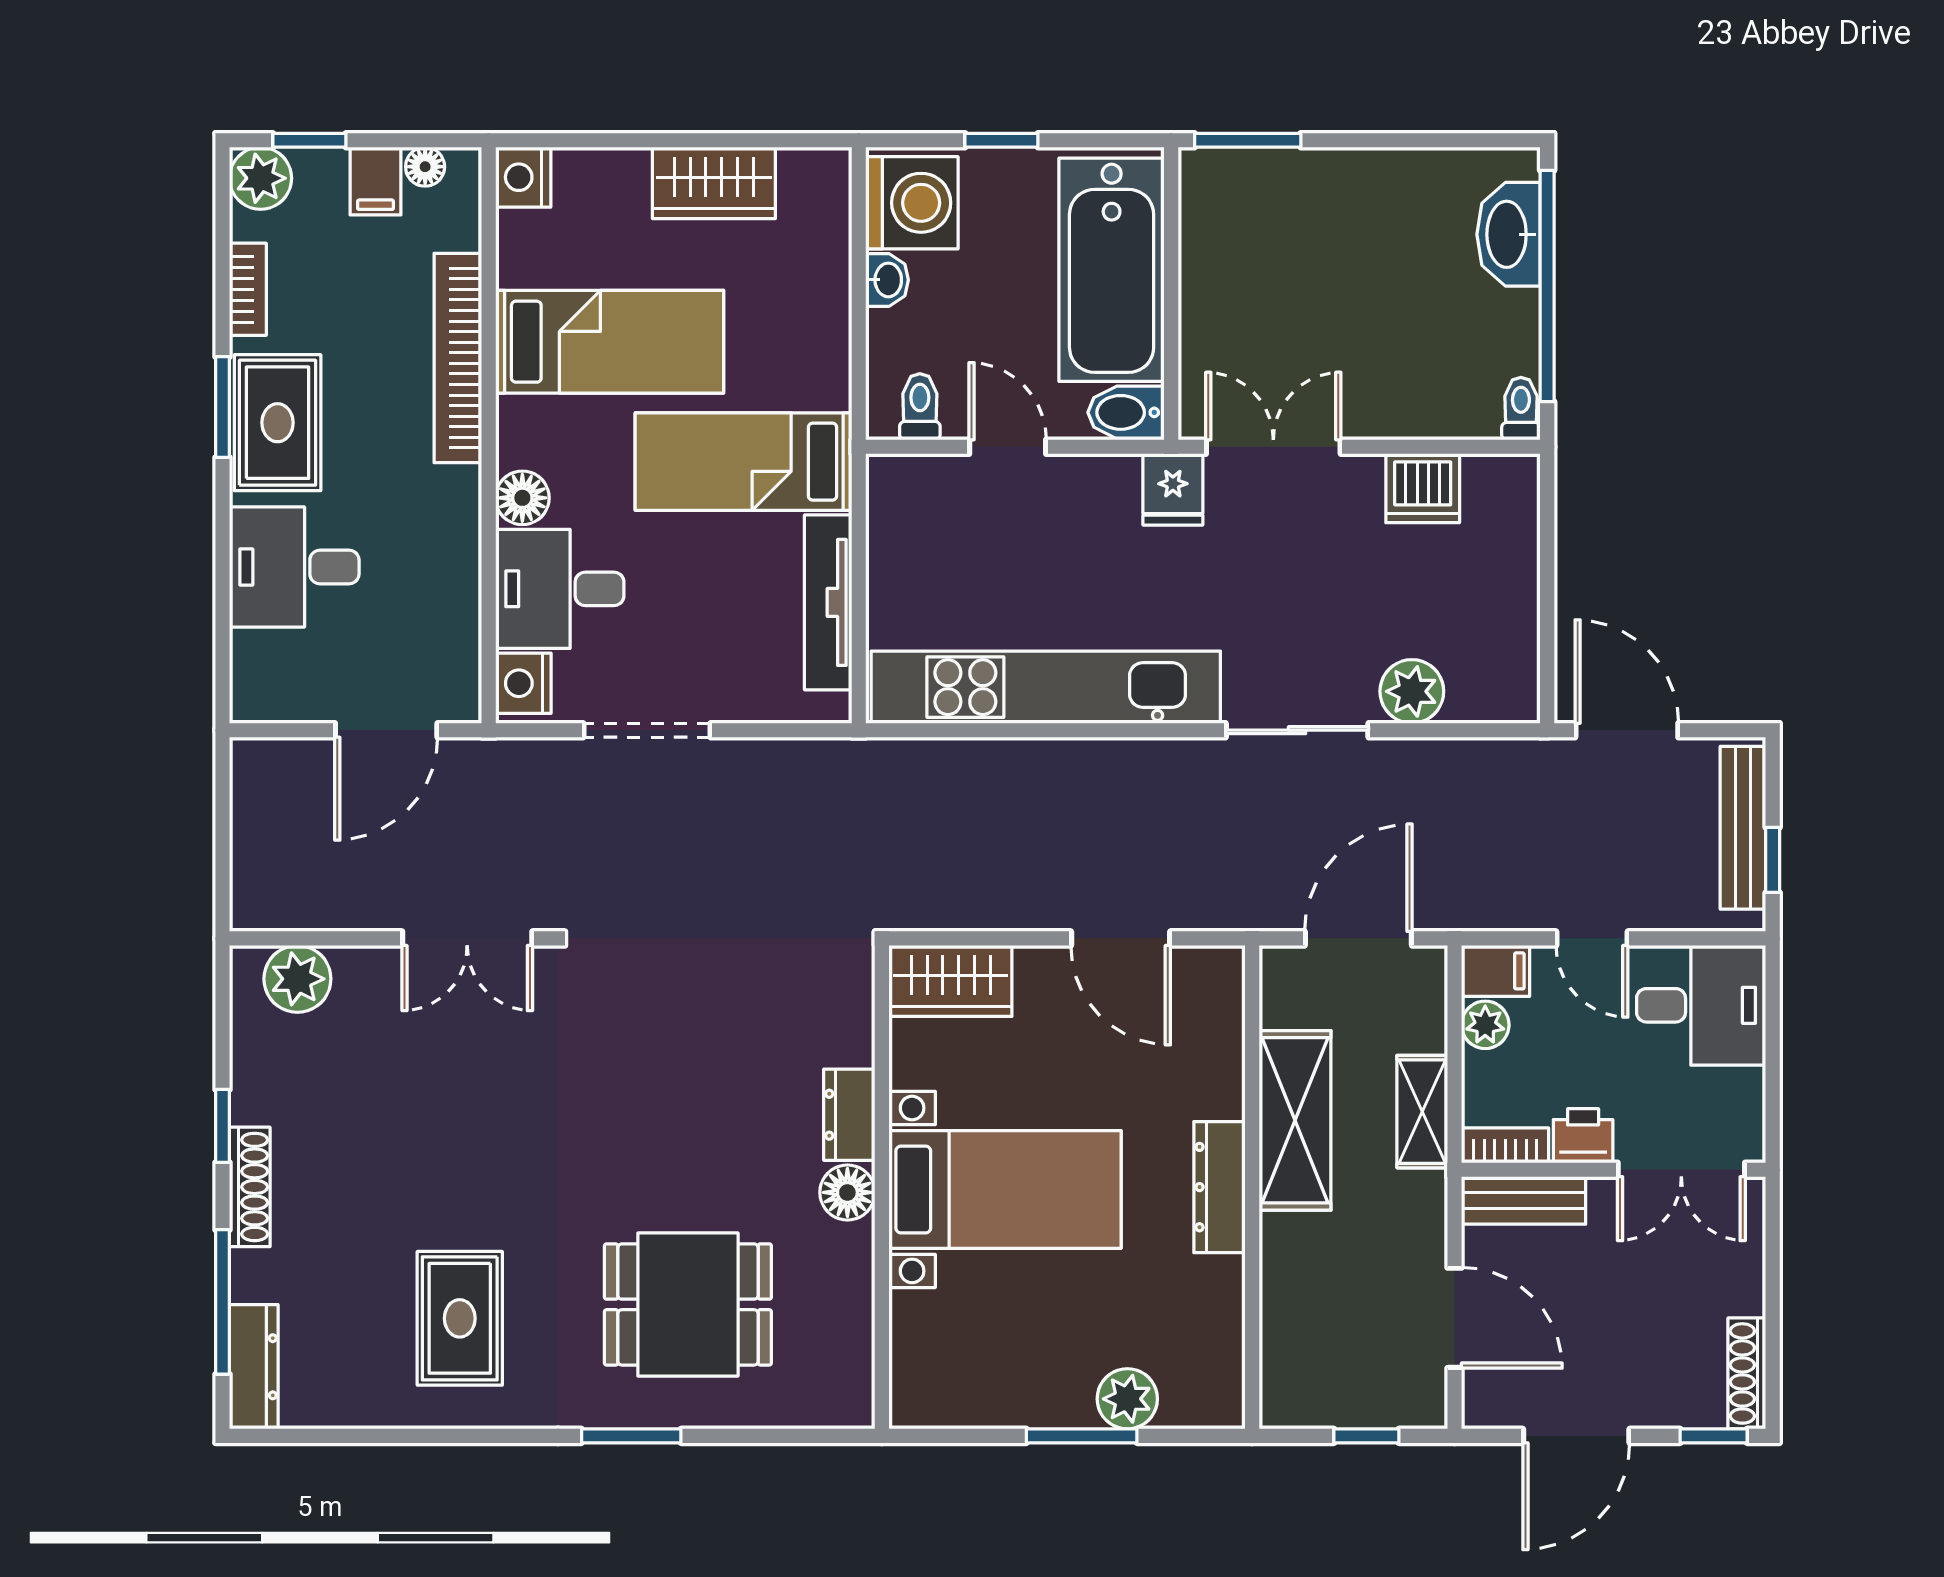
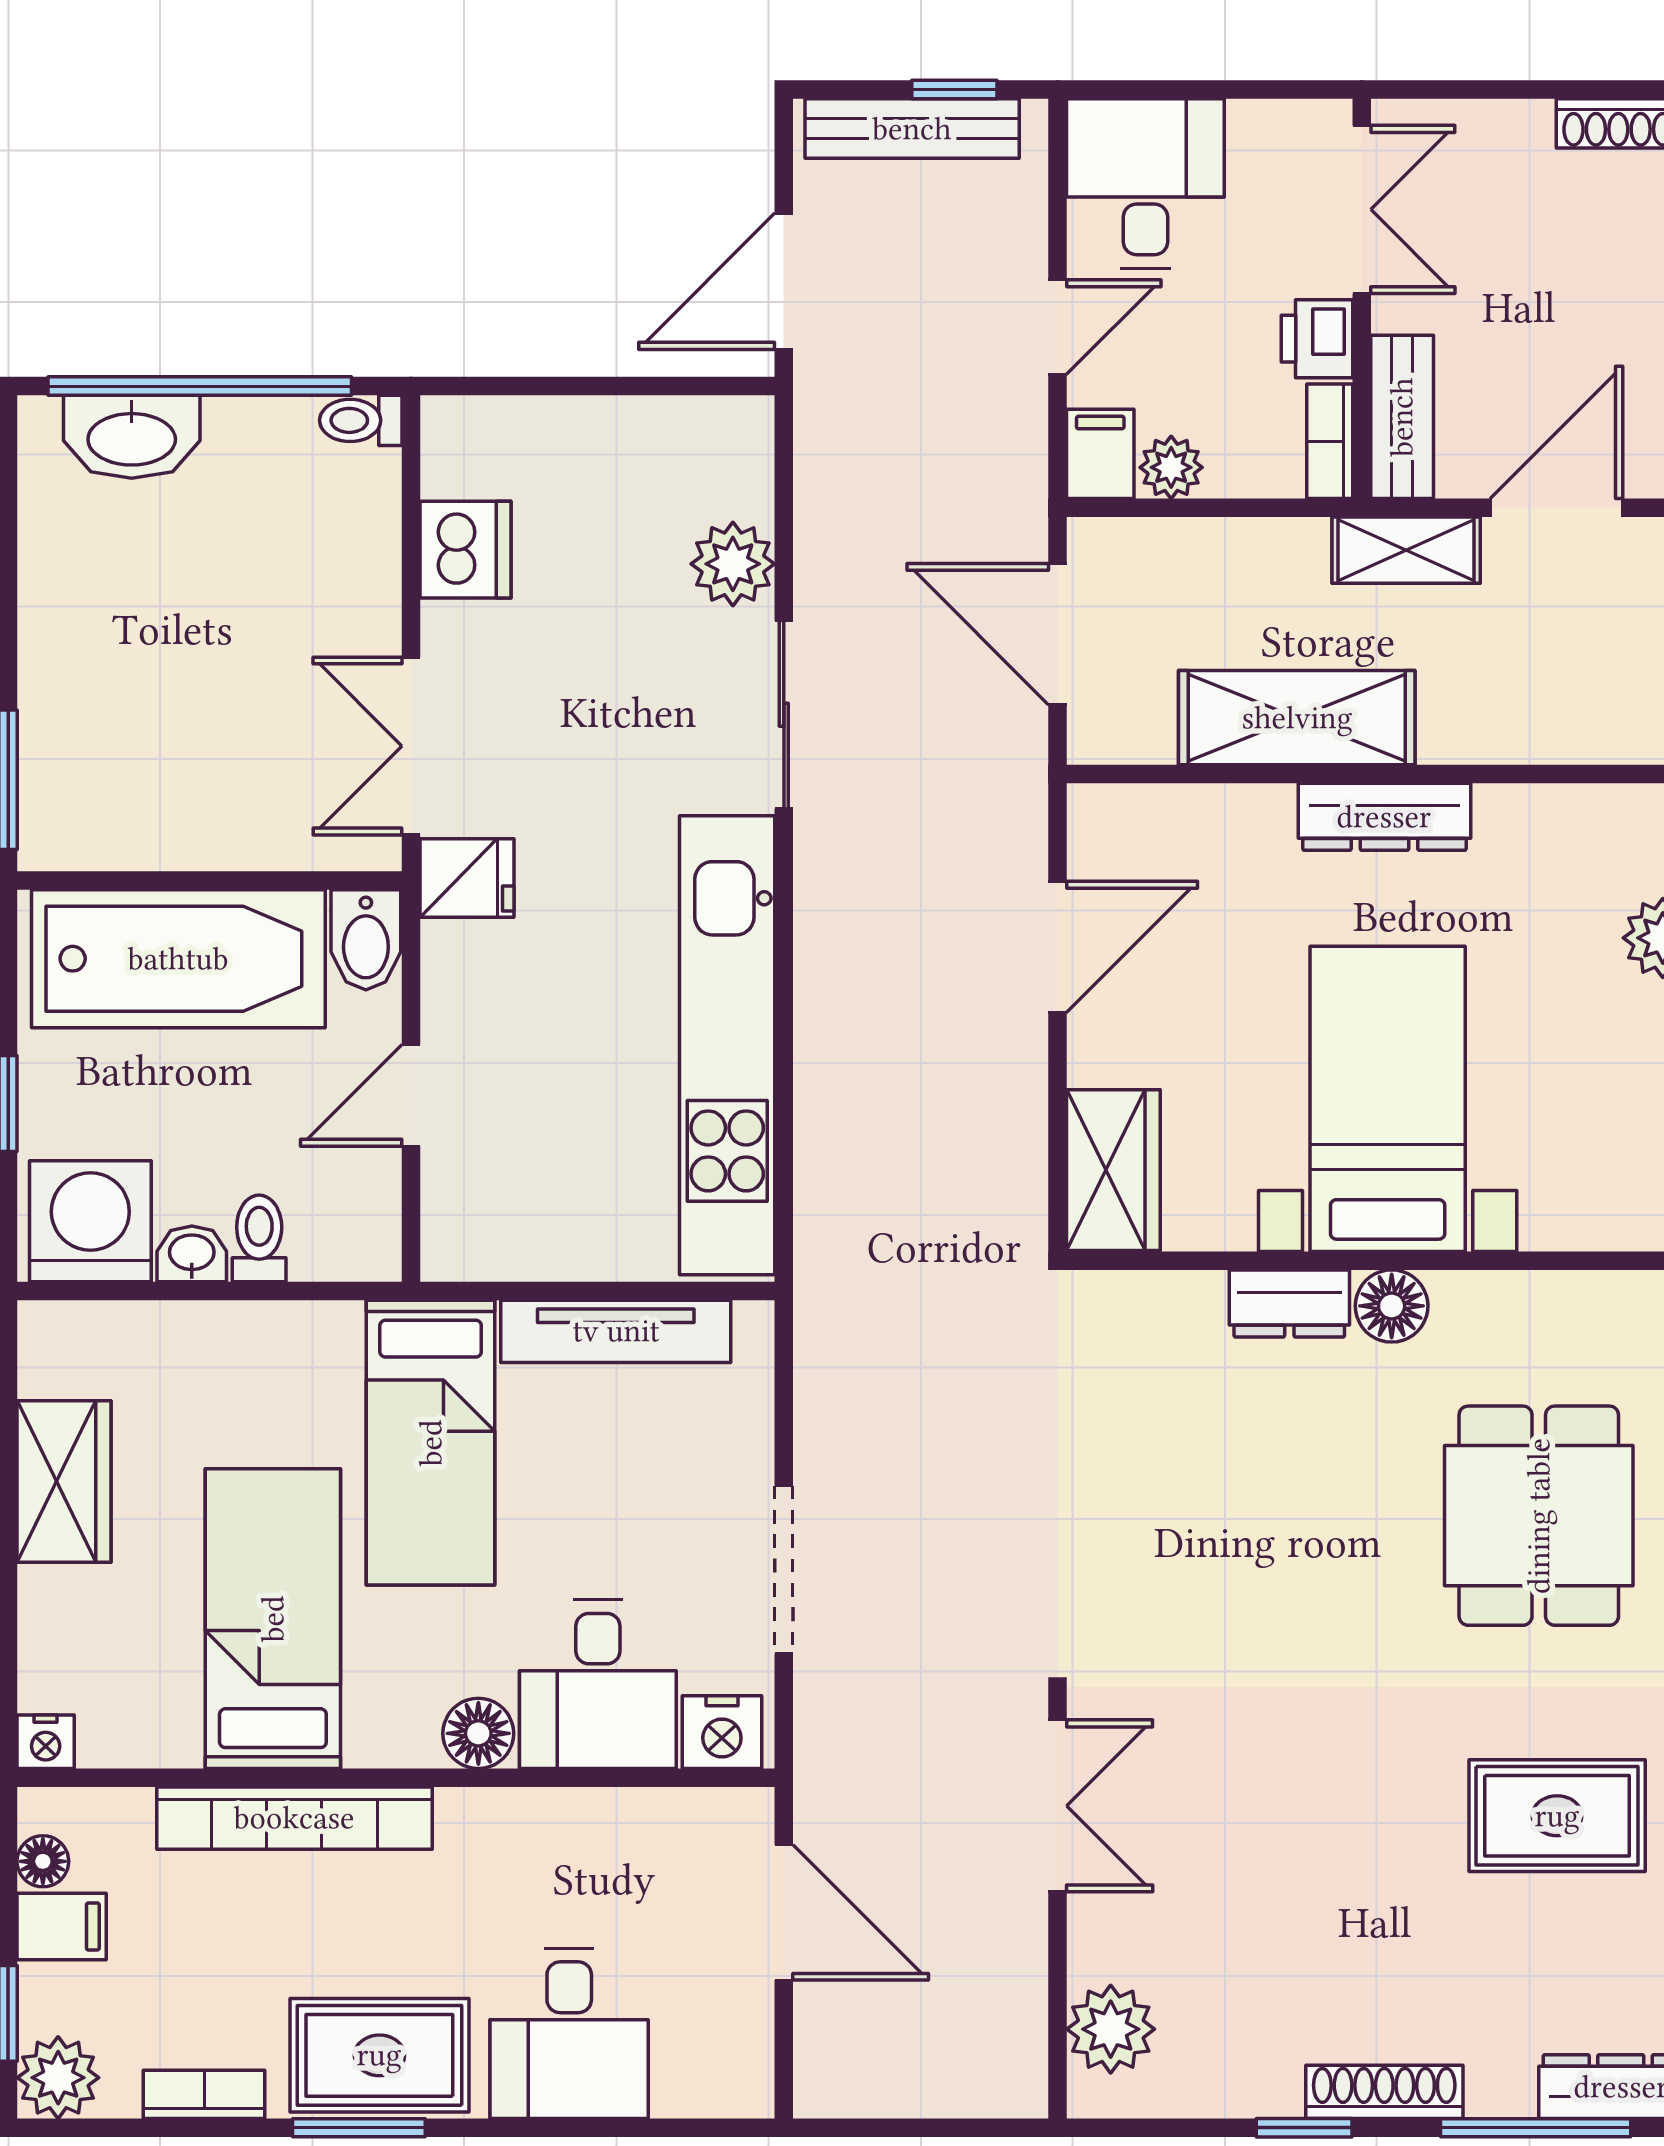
nightstand: (523, 177) -> (46, 1742), width x0.72, depth x0.74
toilet: (920, 407) -> (259, 1238), moved, turned 90
shelving: (1422, 1112) -> (1406, 550), moved

